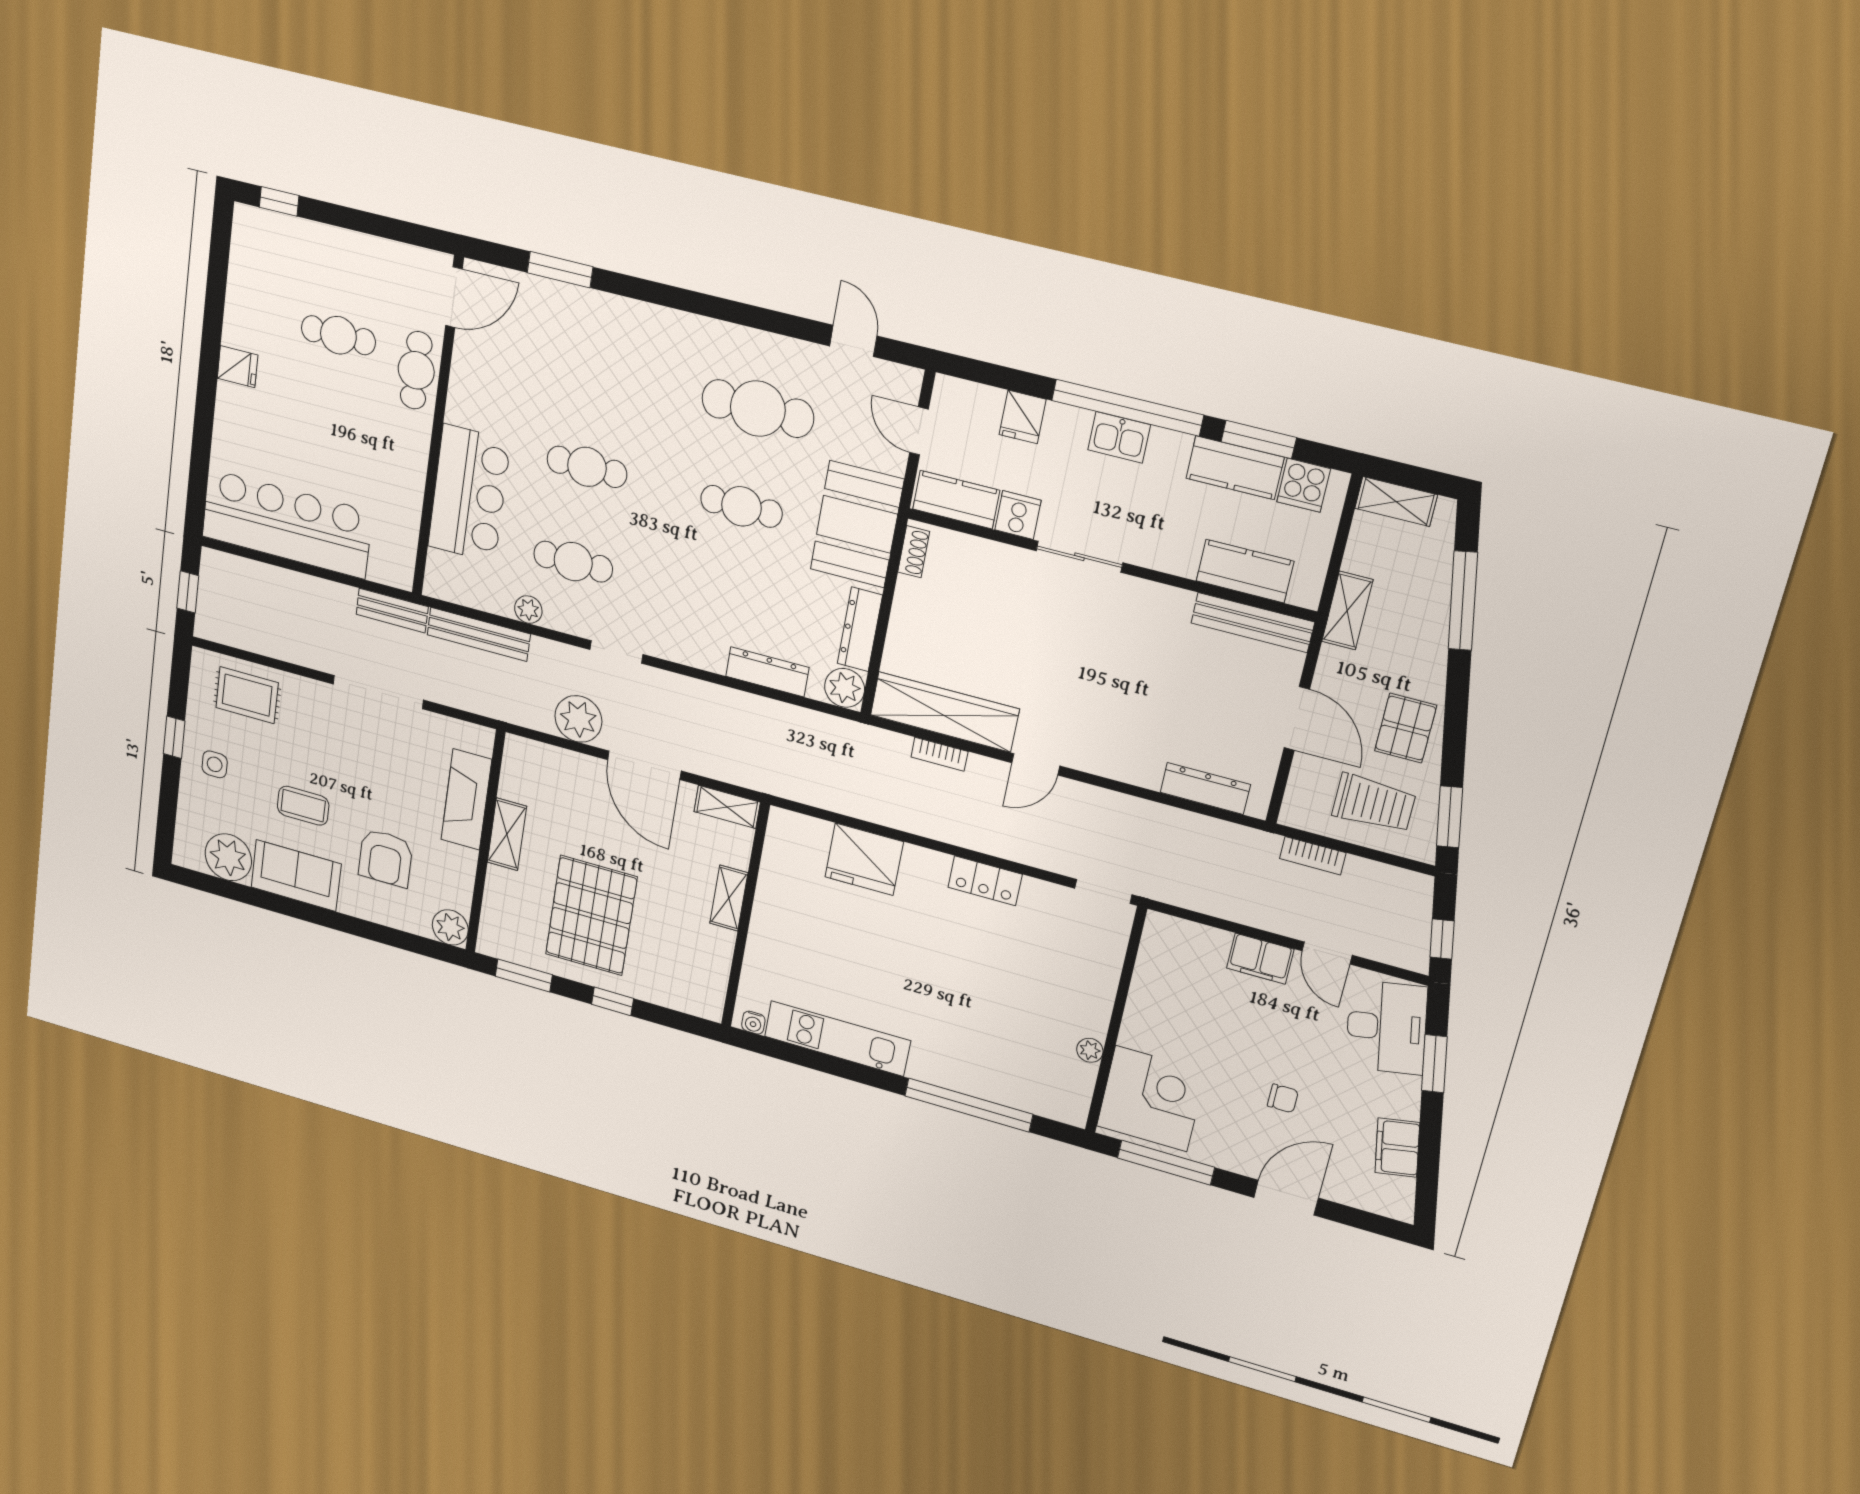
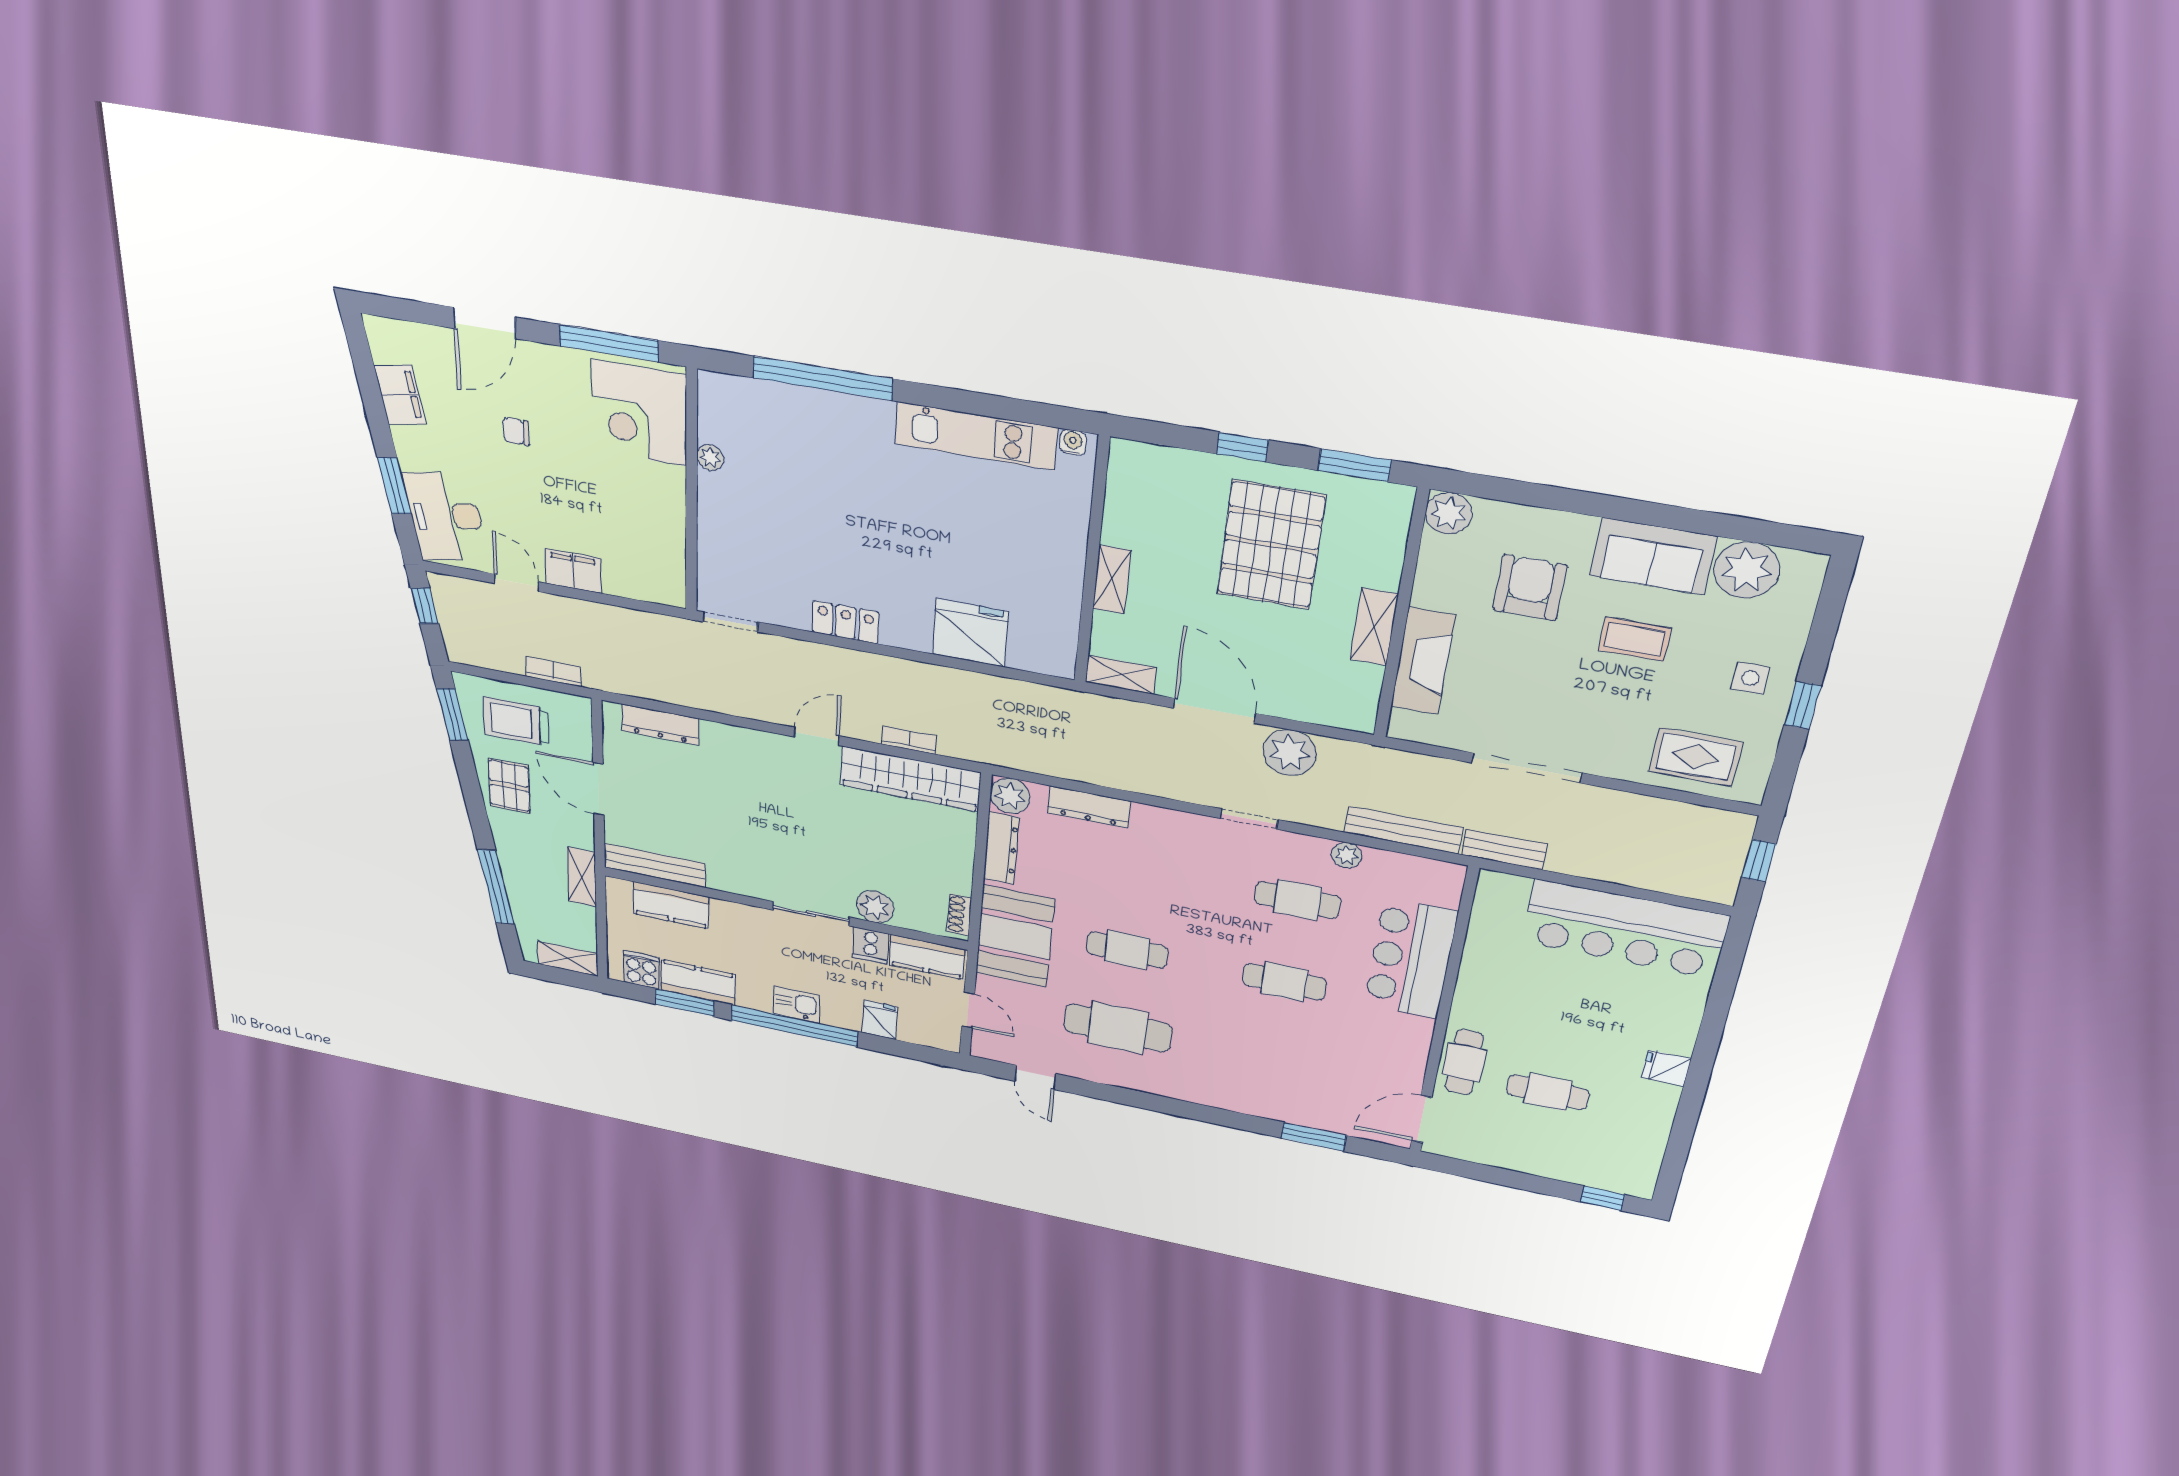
plant: (1005, 564) -> (875, 907), added

